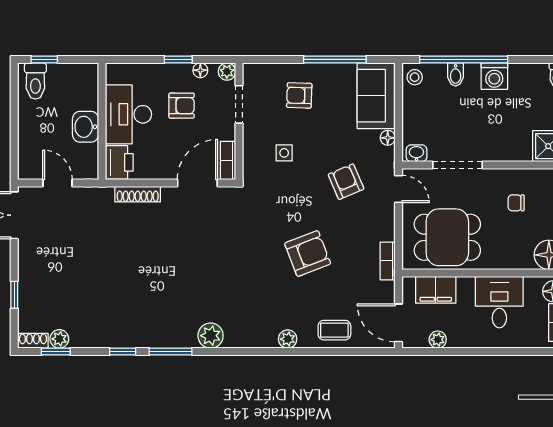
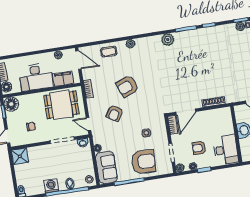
armchair: (299, 95) -> (143, 162), width x1.88, depth x1.88
desk: (128, 114) -> (226, 150), moved
printer: (119, 162) -> (225, 116), removed
armchair: (346, 182) -> (115, 113), moved, turned 55
desk: (499, 302) -> (36, 77), width x1.37

